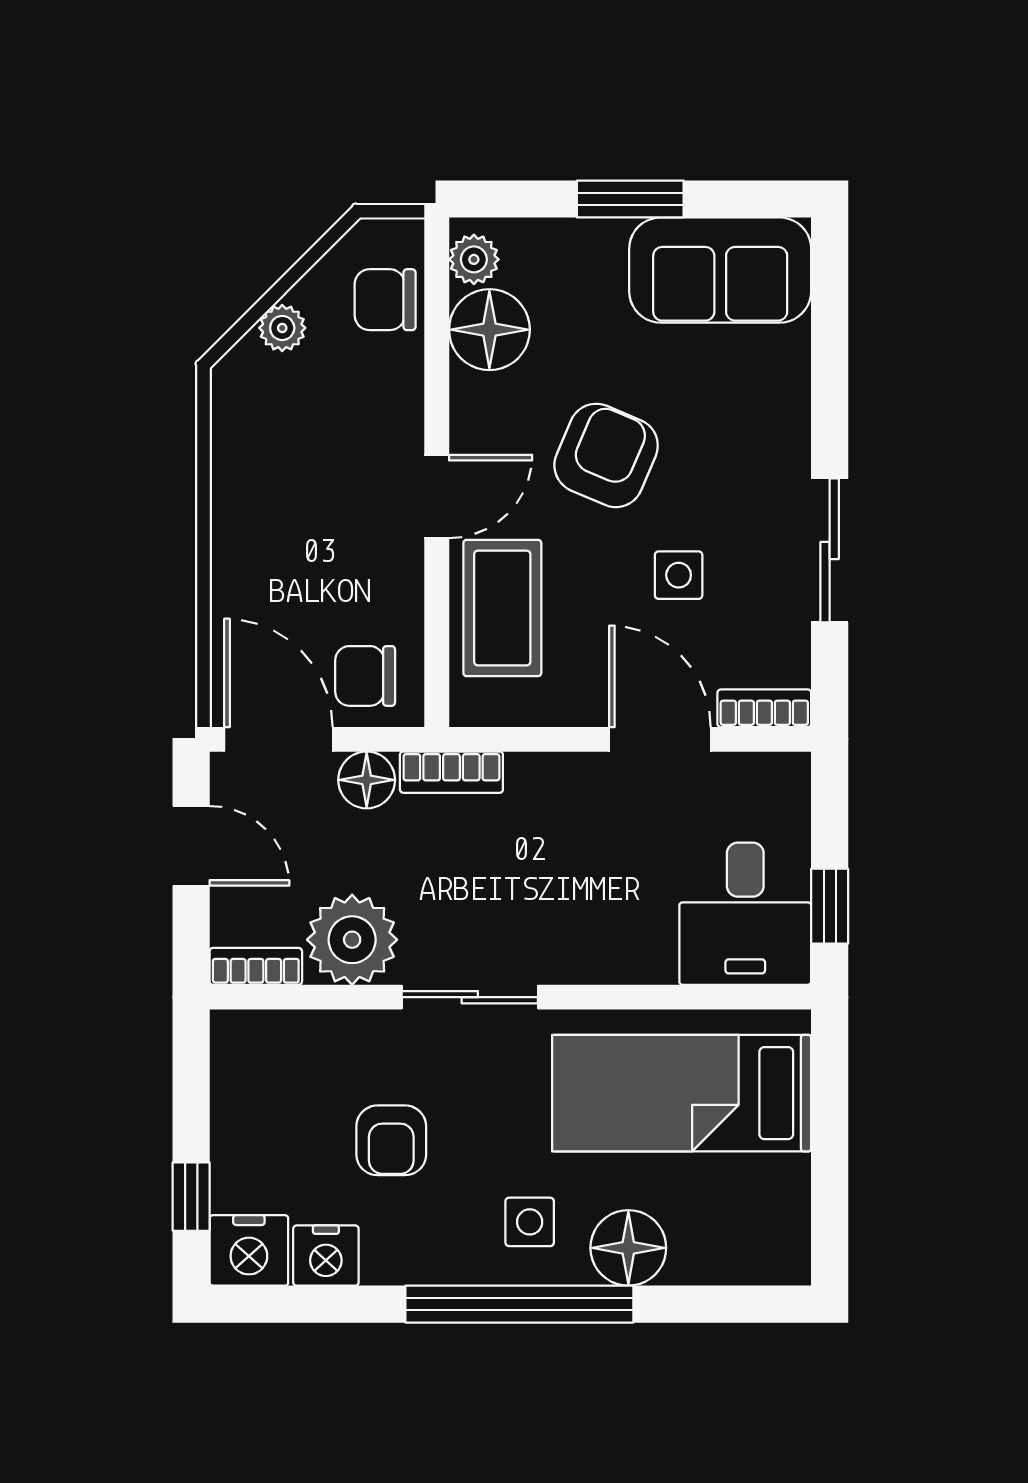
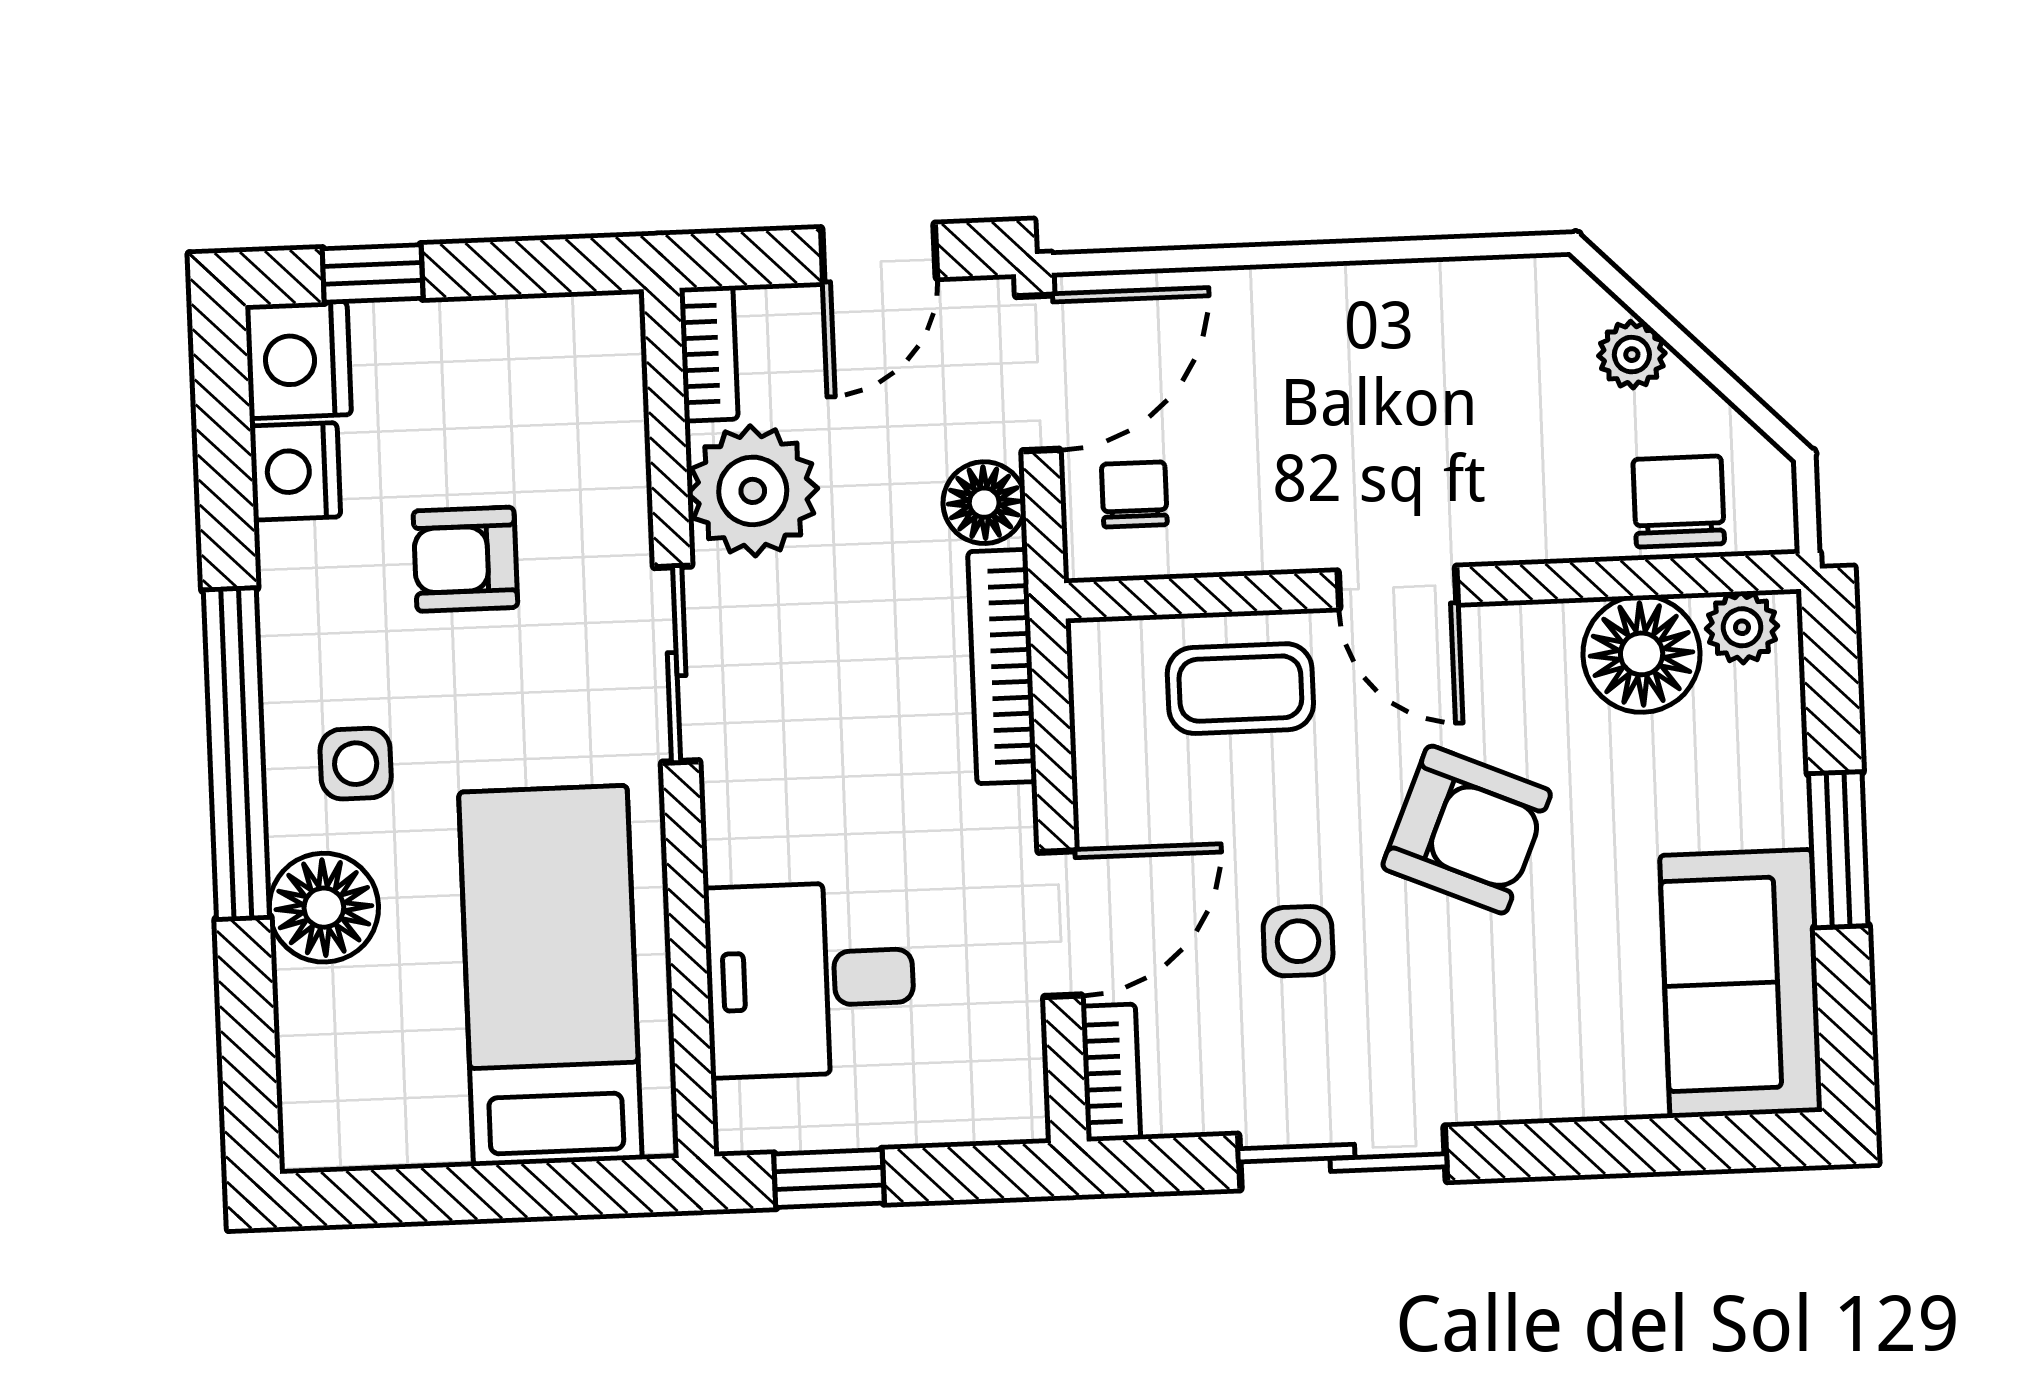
coffee table: (502, 608) -> (1240, 689), width x0.73, depth x0.77
chair: (365, 676) -> (1134, 494), width x0.73, depth x0.73
bookcase: (451, 772) -> (1002, 667), width x1.56
desk: (745, 914) -> (810, 979), moved

